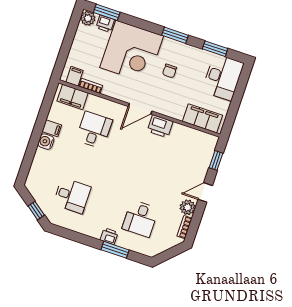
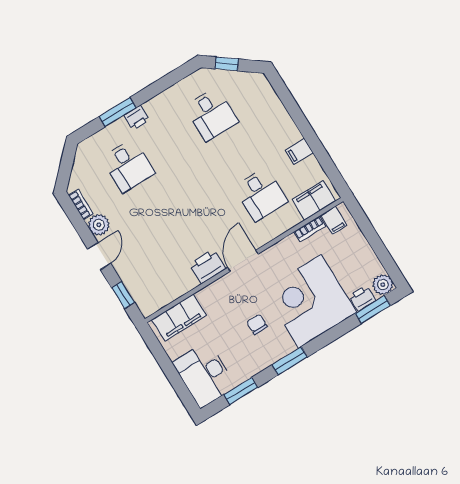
water cooler: (46, 142) -> (290, 134), removed
desk: (72, 196) -> (211, 114), turned -90
desk: (140, 219) -> (128, 166), turned 180

